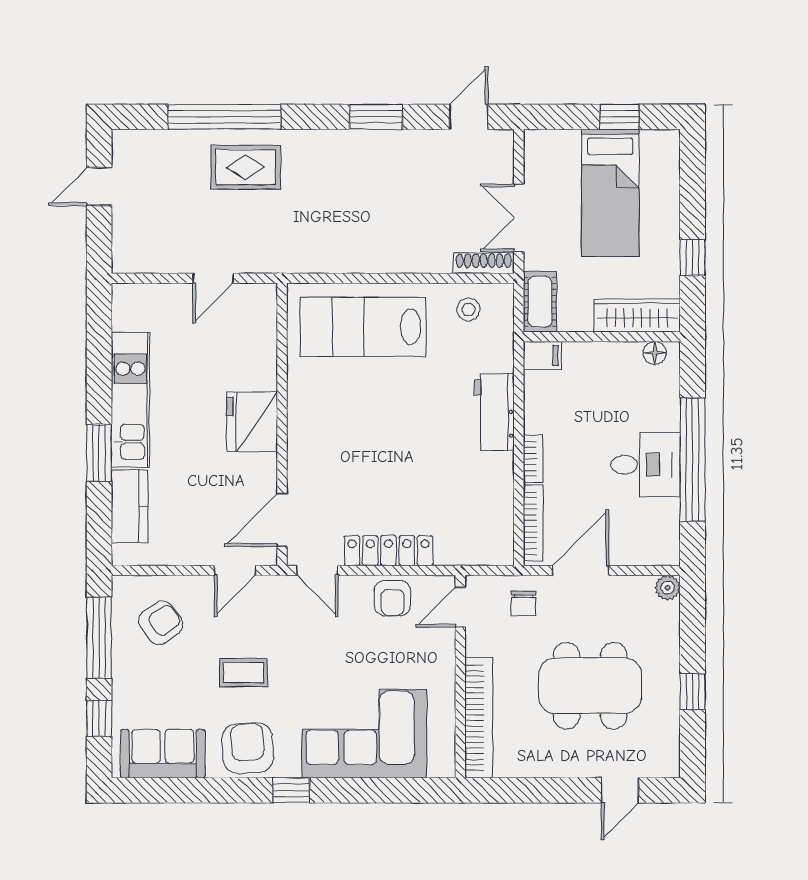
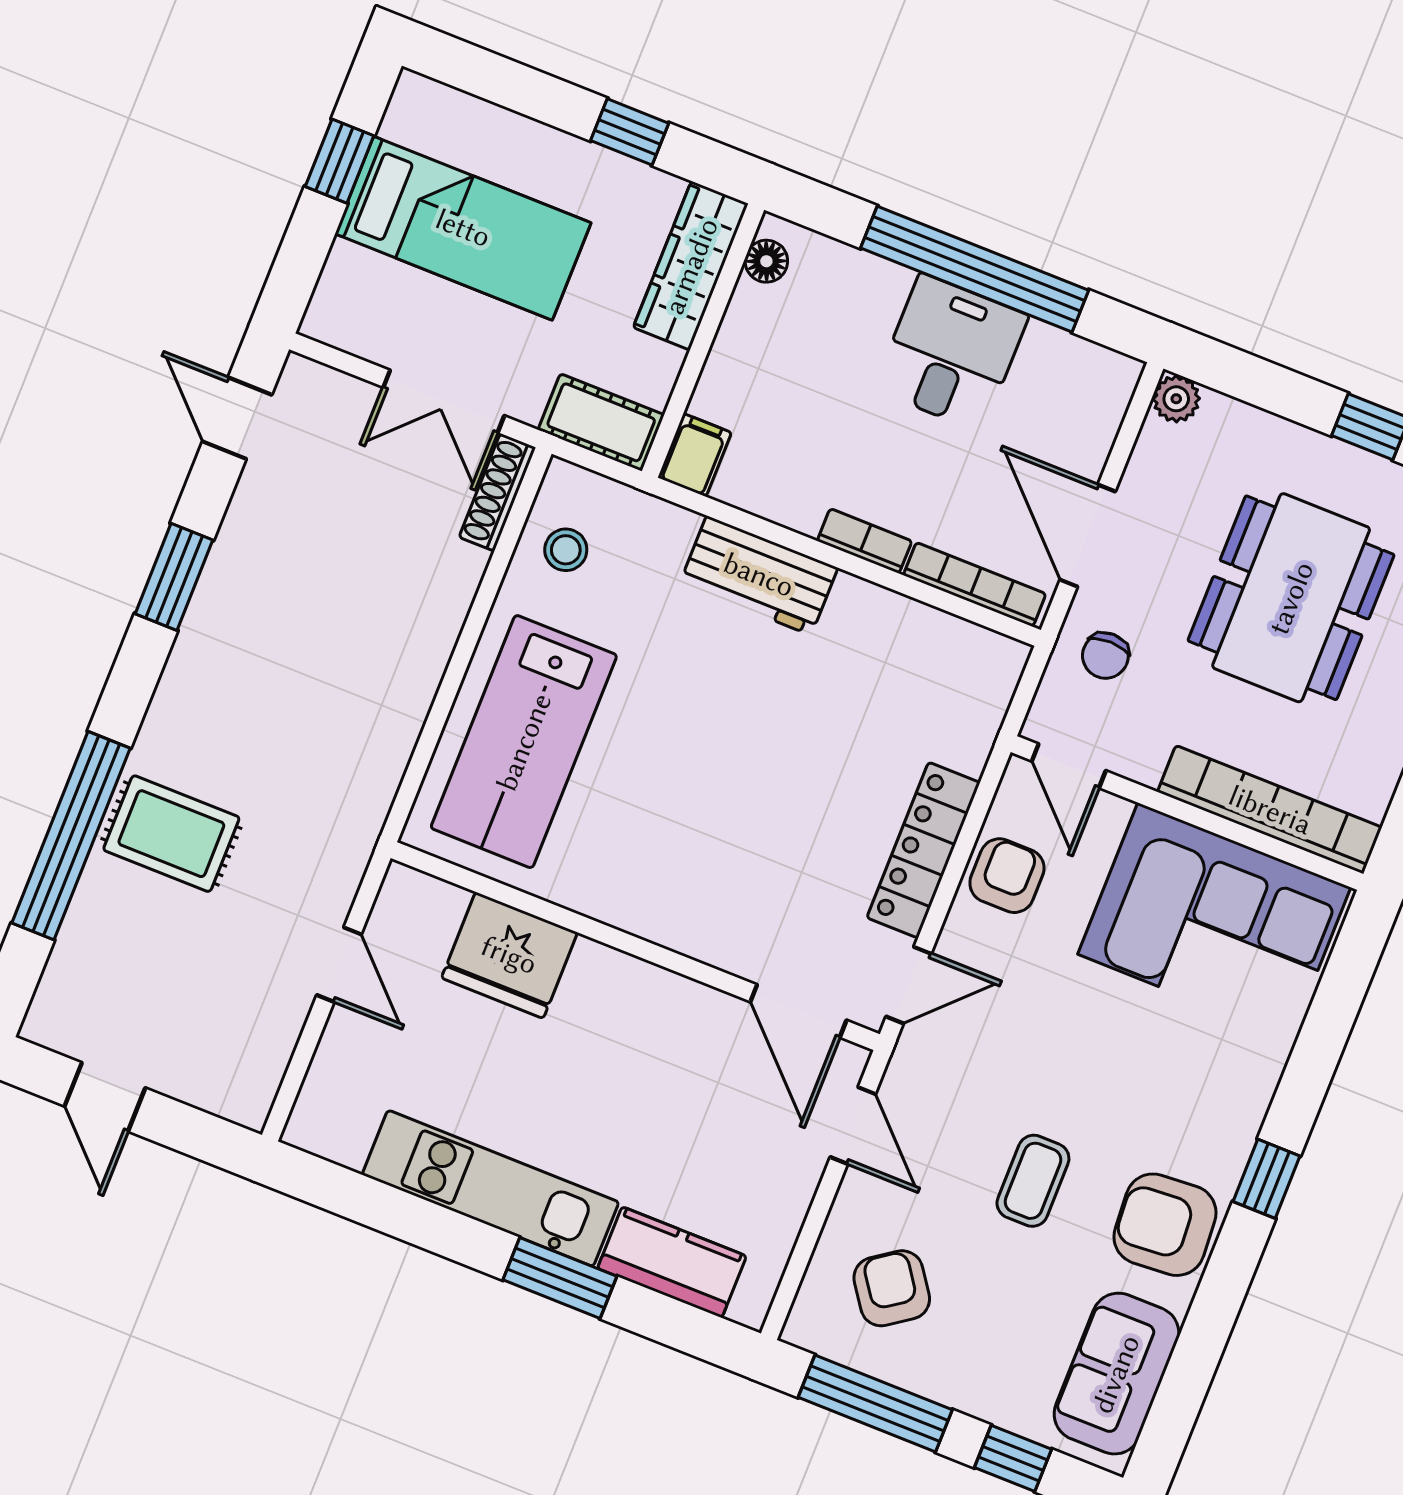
rug: (246, 167) -> (171, 834), turned 90
fridge: (252, 422) -> (509, 955), moved
armchair: (392, 598) -> (1007, 876), turned -90
chair: (523, 604) -> (1105, 656), turned 90
corner sofa: (364, 733) -> (1214, 921), moved, turned -90

